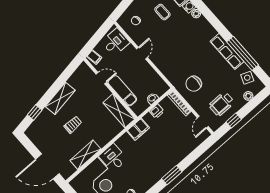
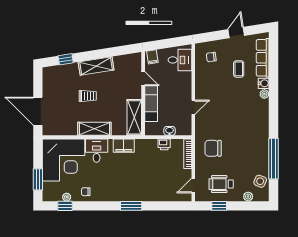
row of seats: (227, 51) -> (262, 146), removed
door: (142, 53) -> (193, 107), moved
filing cabinet: (138, 129) -> (124, 146), moved
shelving: (85, 155) -> (94, 129), moved

